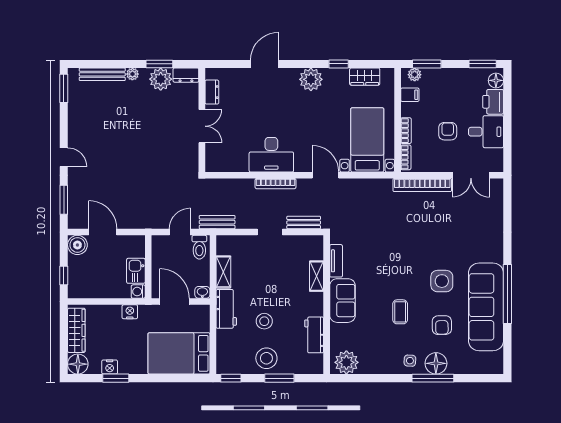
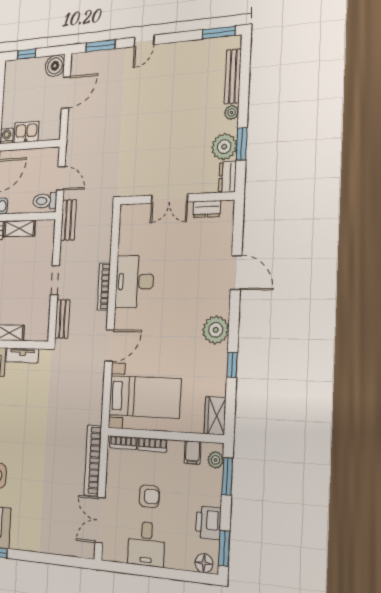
wardrobe: (365, 77) -> (215, 416), moved
printer: (493, 102) -> (208, 523), moved, turned -90

